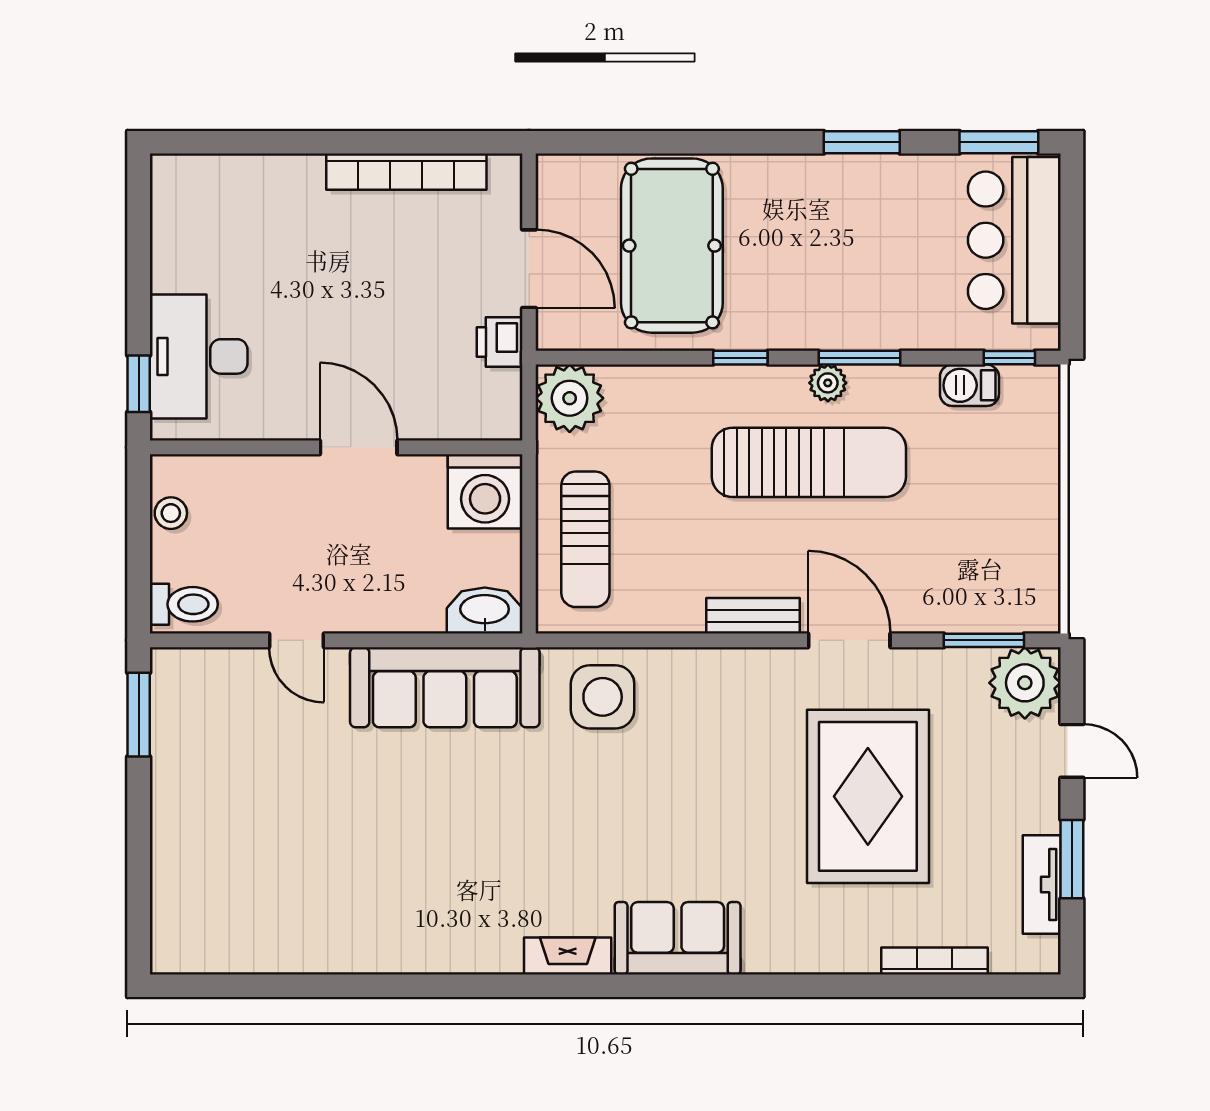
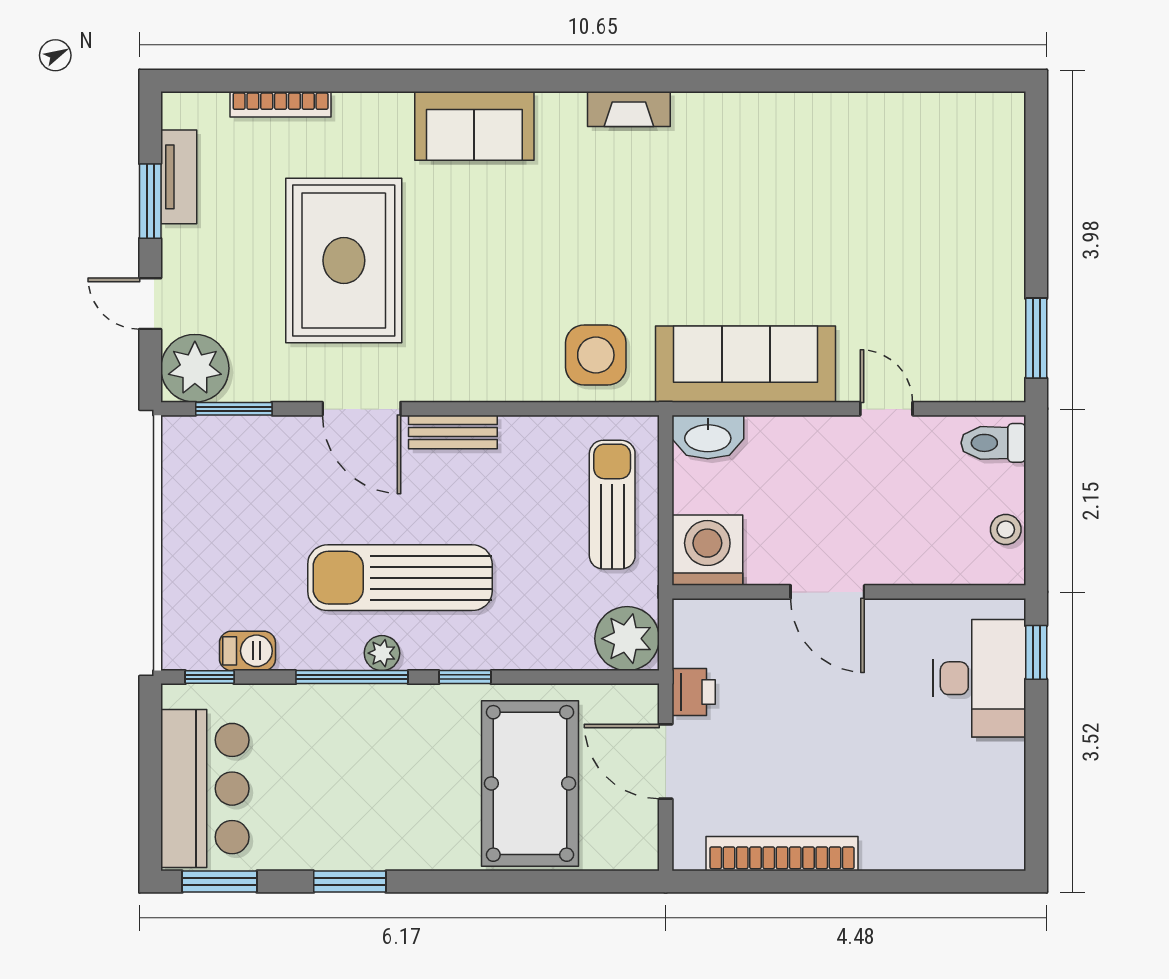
window: (859, 358) -> (352, 677), width x1.44
sofa: (678, 938) -> (474, 126), moved

